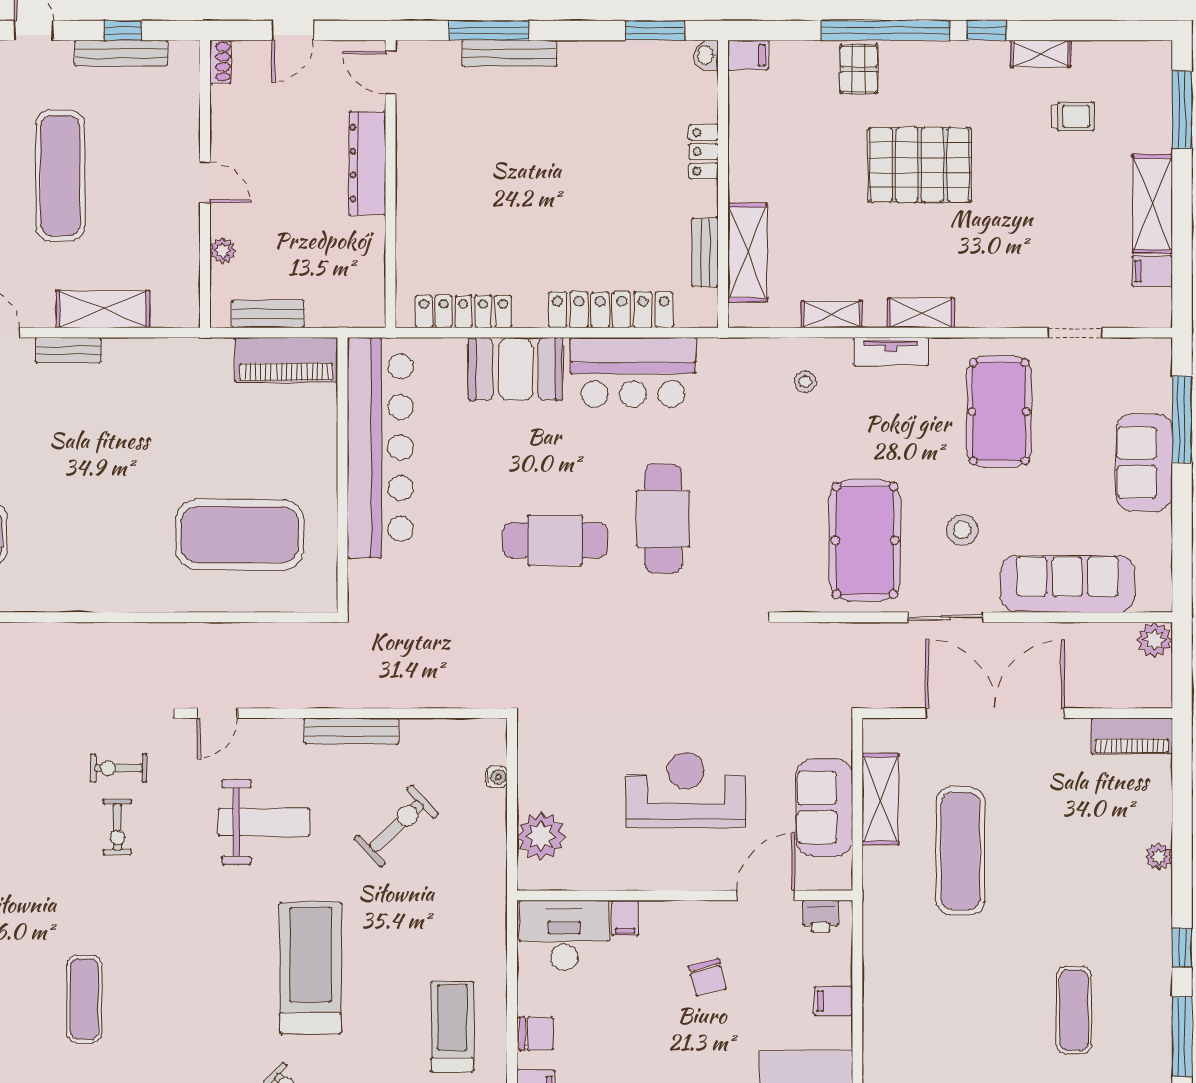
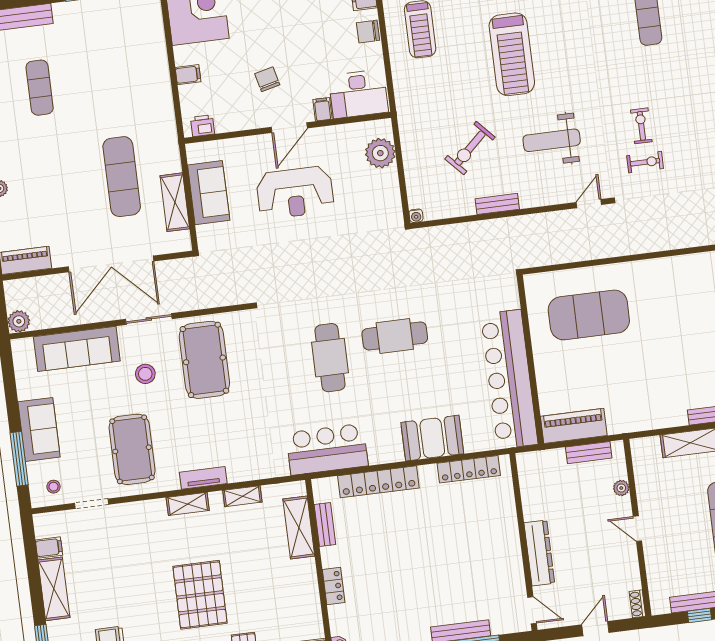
pallet: (920, 165) -> (200, 595), turned 90
bar counter: (633, 372) -> (327, 449), moved
stool: (805, 382) -> (54, 487), moved
bench: (351, 731) -> (497, 204), width x0.73
water cooler: (497, 777) -> (416, 216), moved, turned -90
door: (766, 895) -> (289, 128), moved

